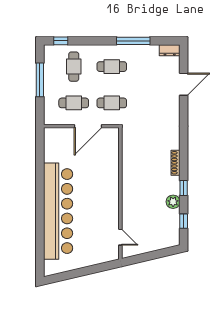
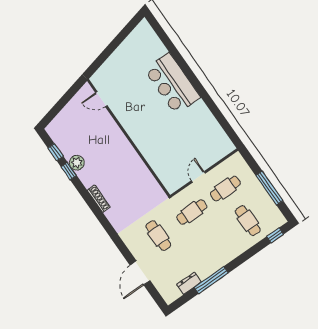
dresser: (170, 50) -> (189, 283), moved
cafe table: (112, 67) -> (158, 236), moved, turned 90
door: (88, 126) -> (198, 177), width x0.53
window: (184, 188) -> (69, 171), moved
bar counter: (58, 211) -> (172, 84), width x0.54

